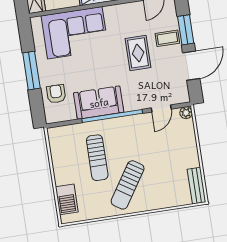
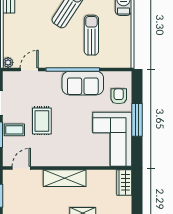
corner sofa: (75, 33) -> (112, 139), moved, turned -90
armchair: (56, 94) -> (119, 96), turned 180

